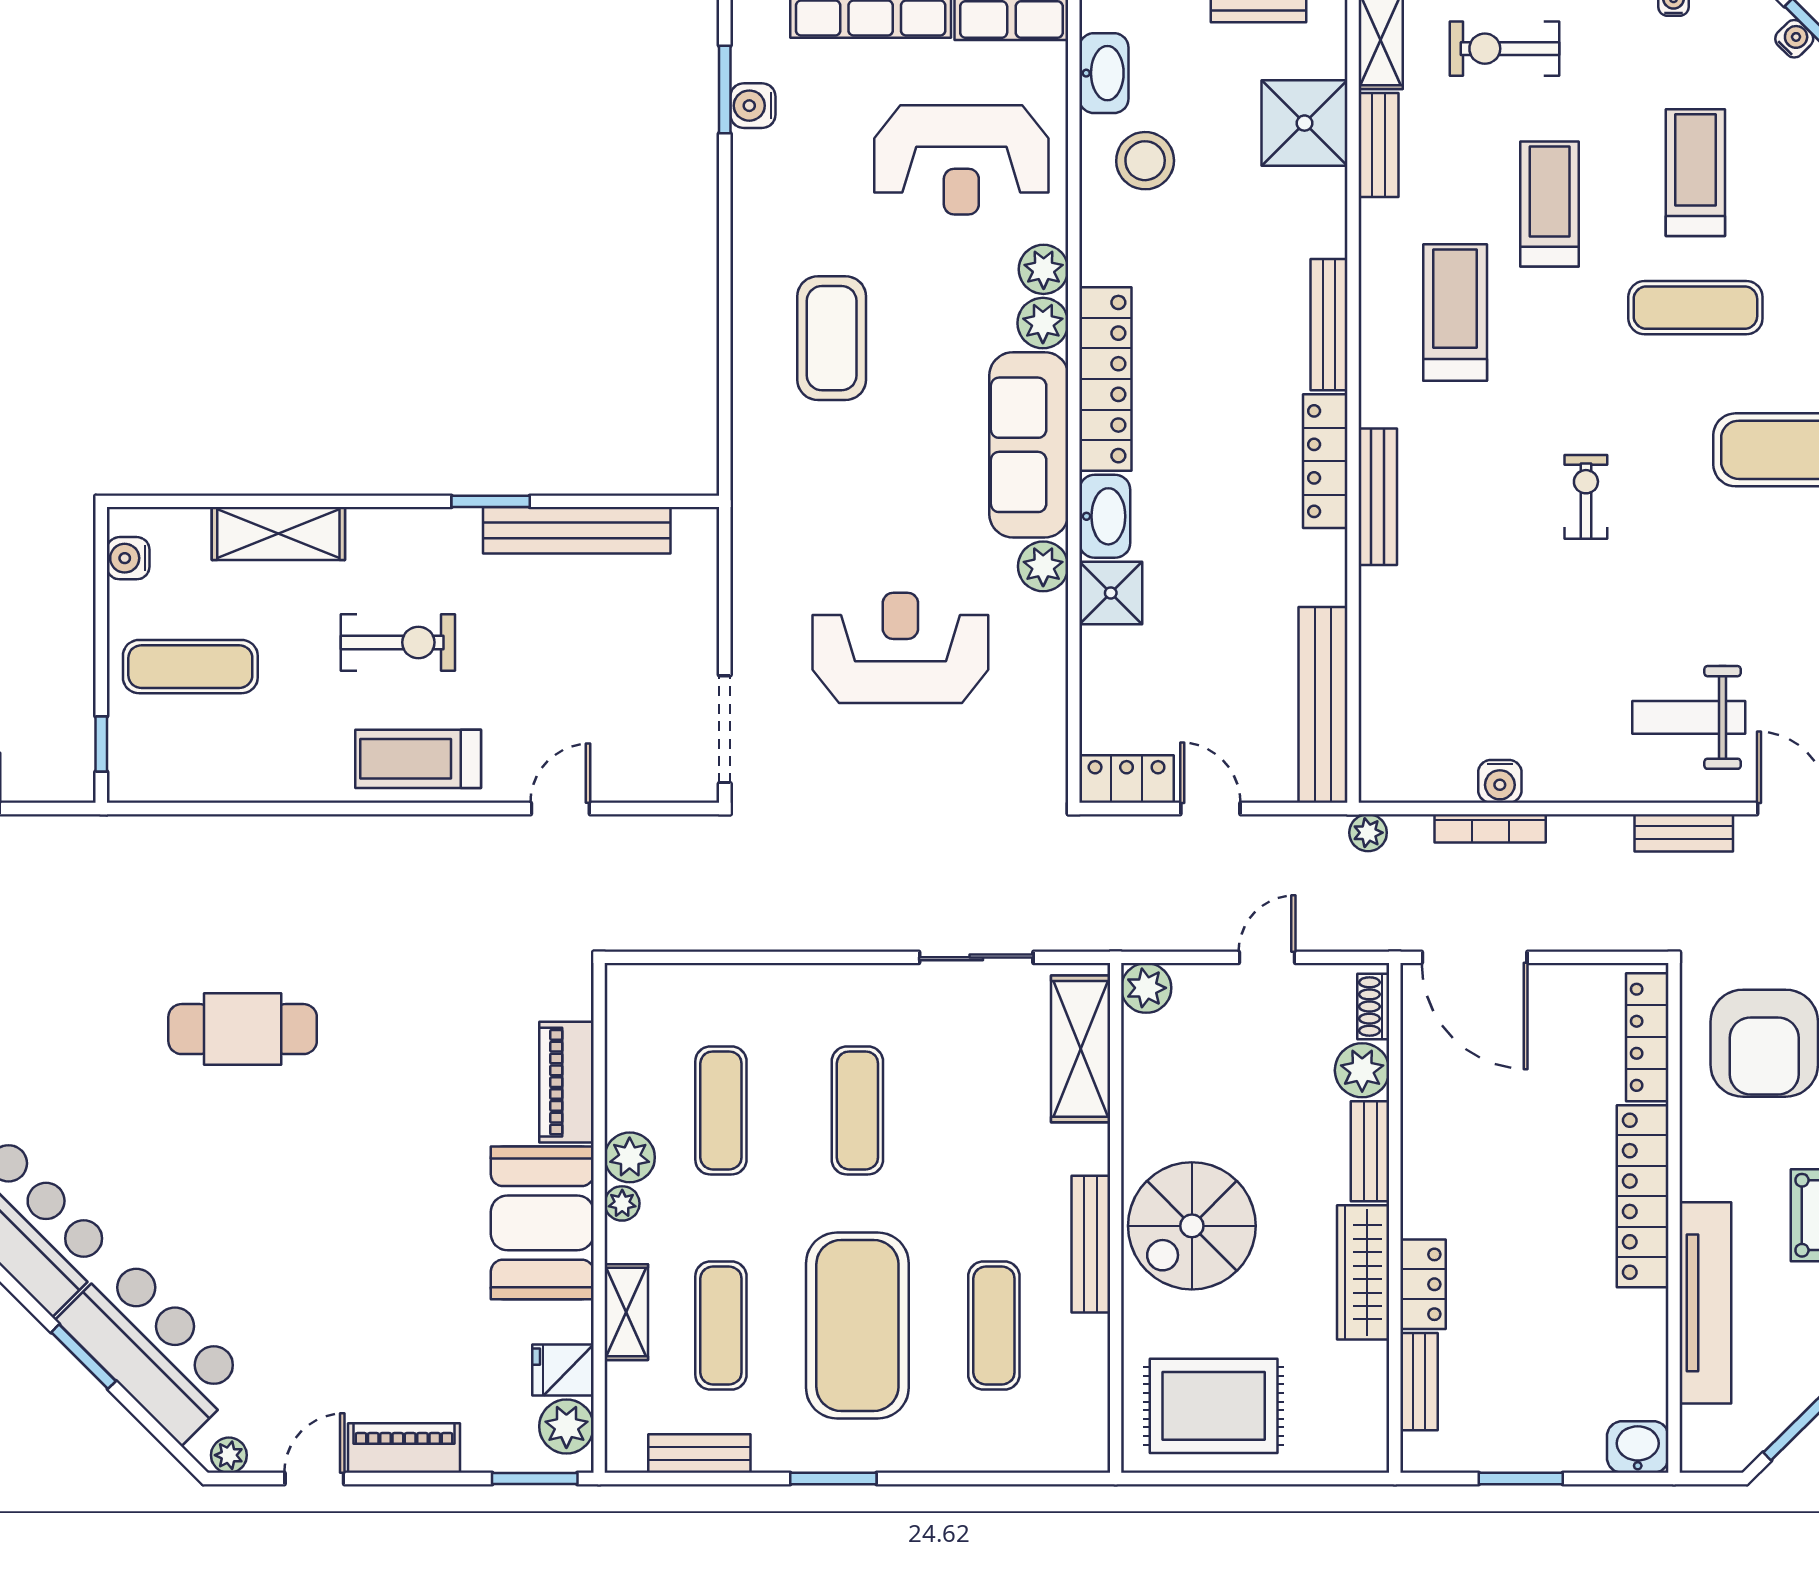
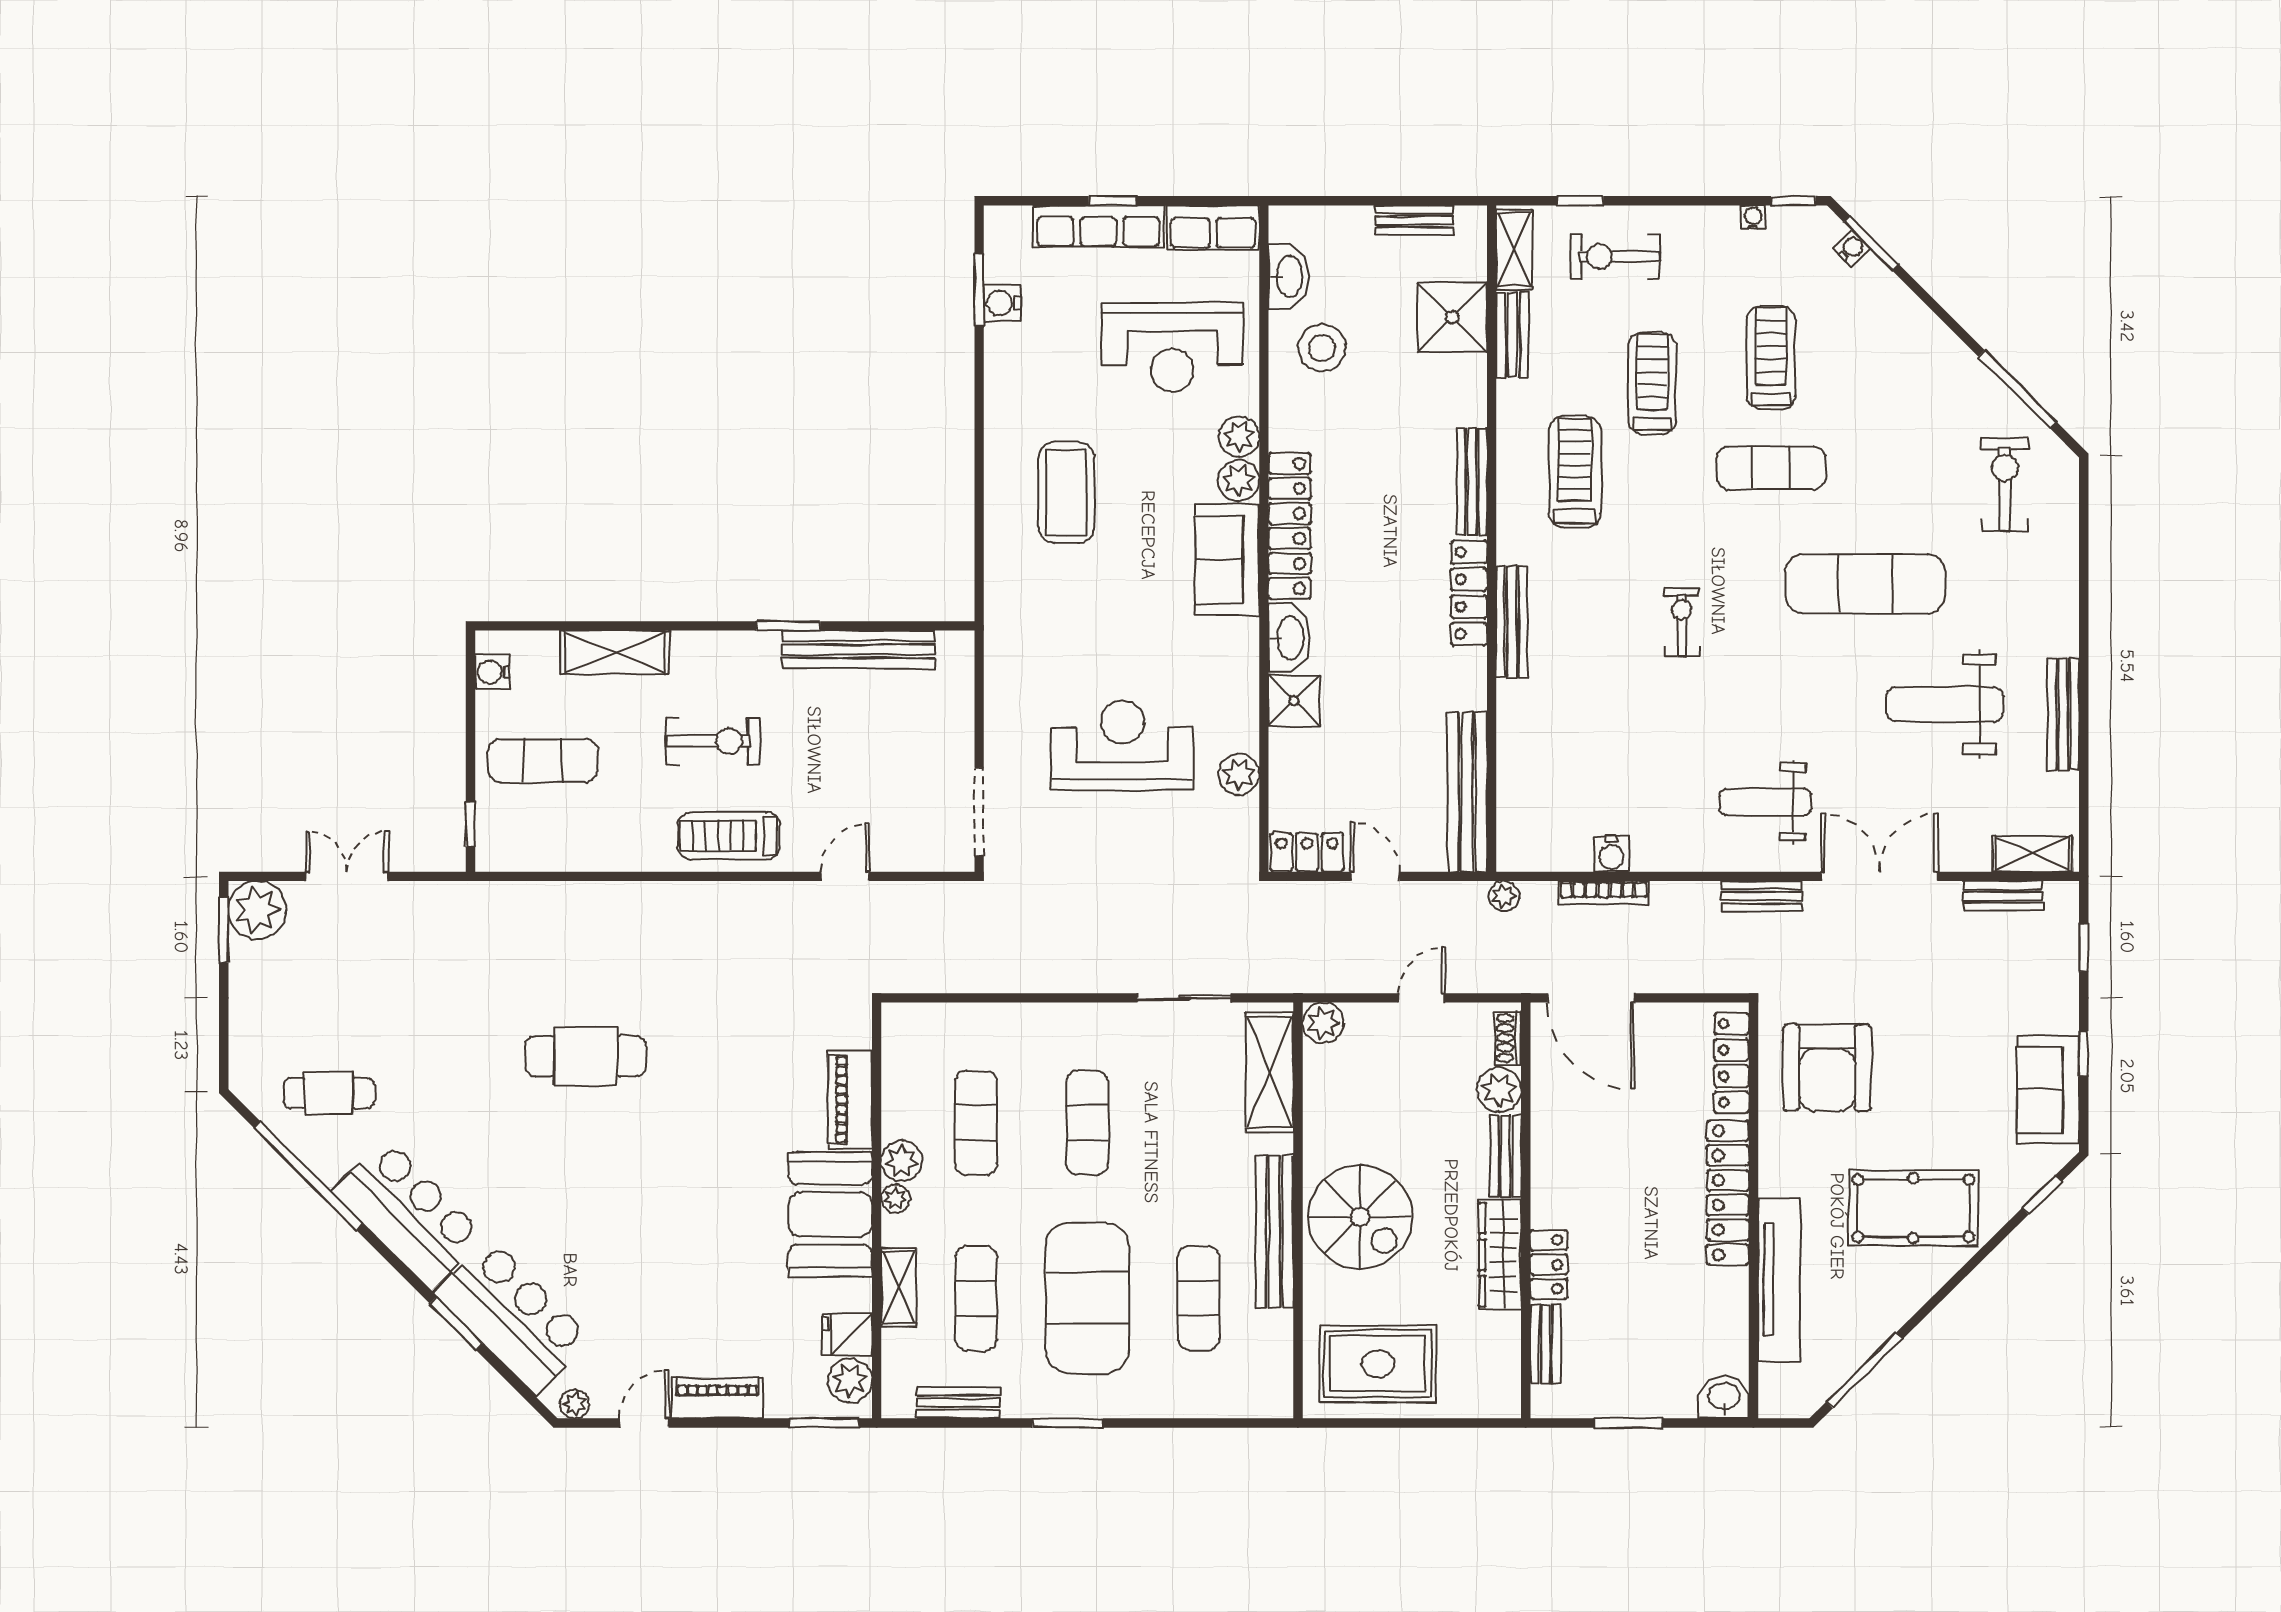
sofa: (1029, 445) -> (1227, 560), width x0.73
plant: (1043, 566) -> (1239, 774), moved
spiral stairs: (1192, 1226) -> (1360, 1217), turned -90
bench: (1091, 1244) -> (1274, 1232), width x1.37, depth x1.21

